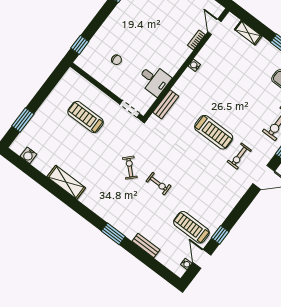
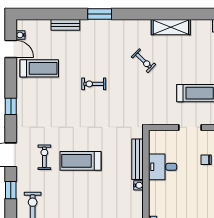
water cooler: (194, 65) -> (138, 185), moved
bench: (166, 104) -> (137, 159), width x1.36
doorway: (130, 109) -> (190, 127), moved
exercise bike: (130, 168) -> (144, 61), moved
window: (220, 235) -> (11, 106), moved

